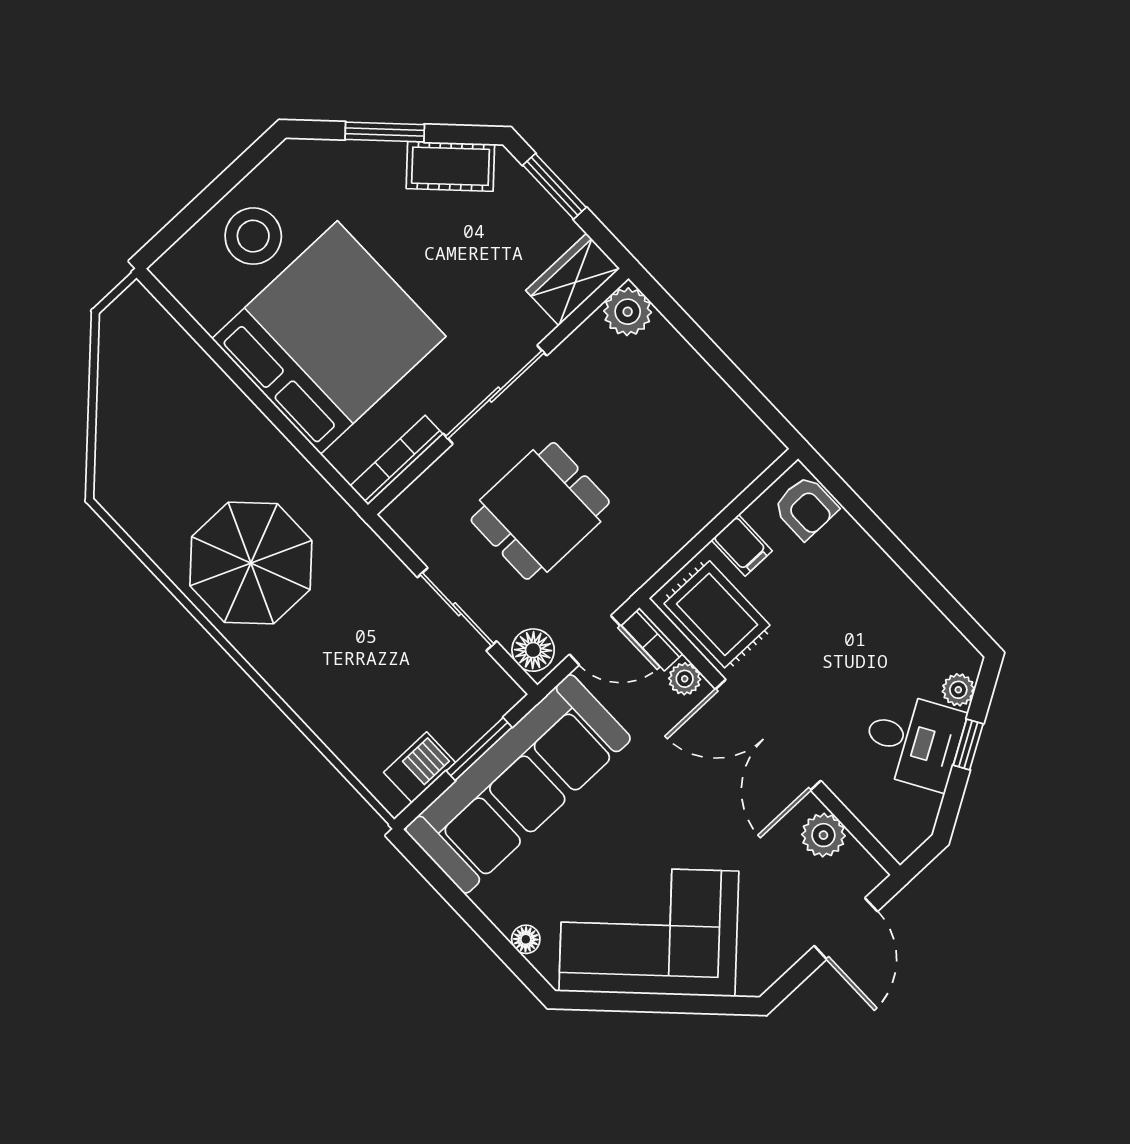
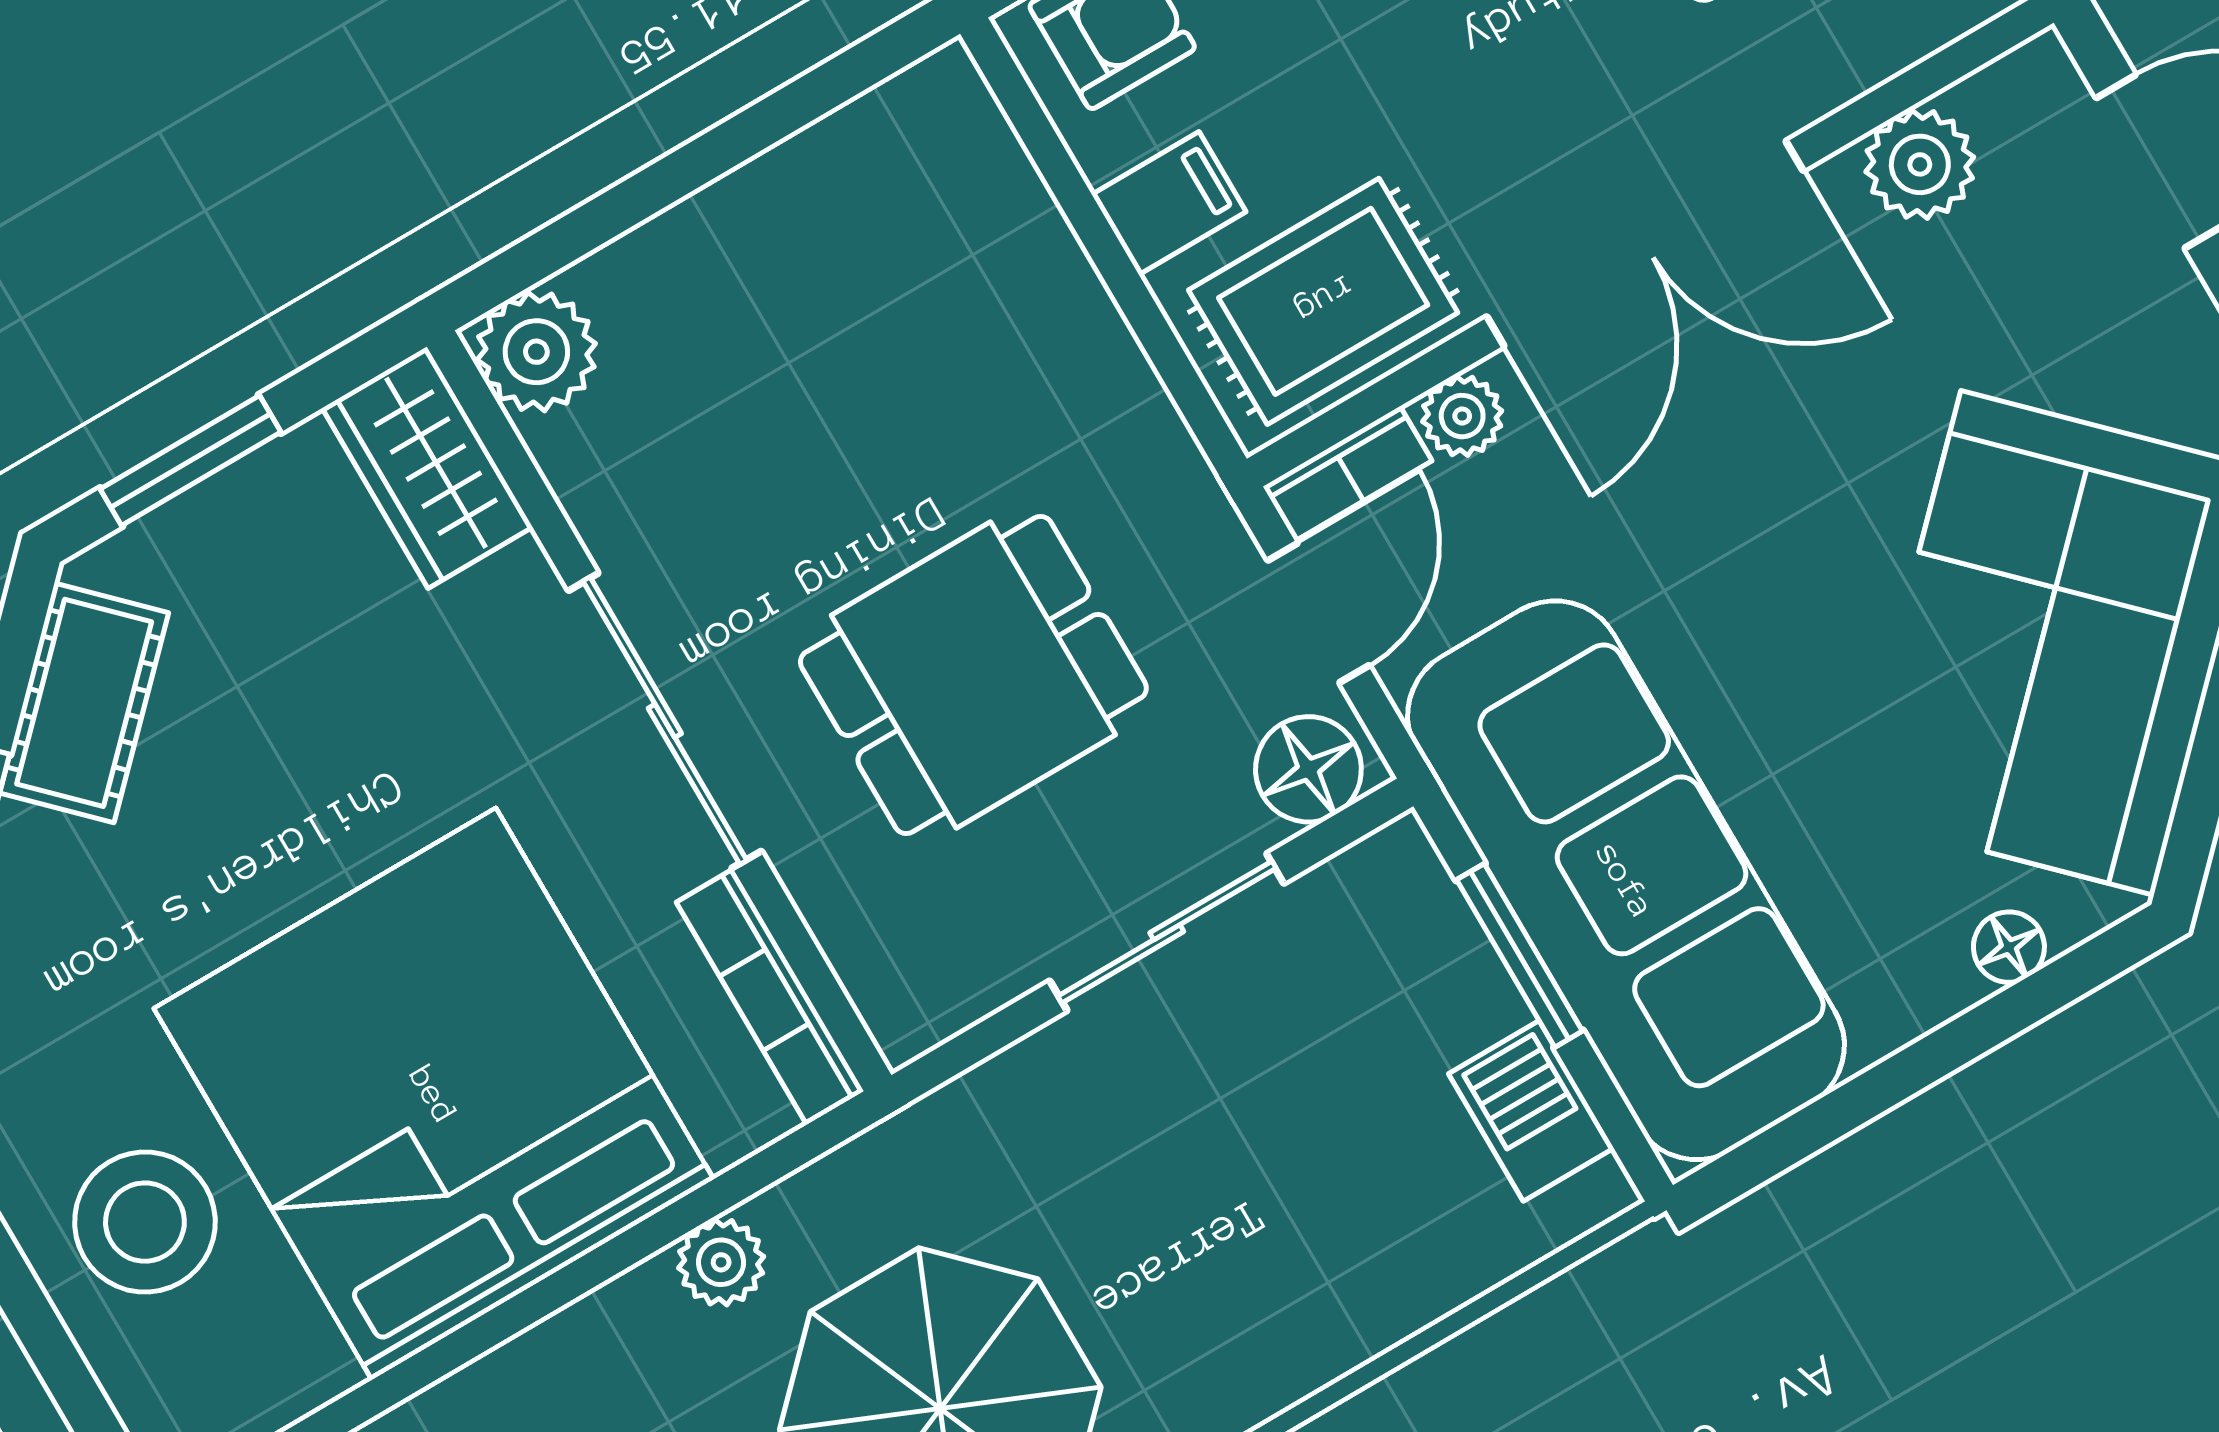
plant: (289, 465) -> (721, 1262), added
dining table: (540, 511) -> (973, 675), turned 90

